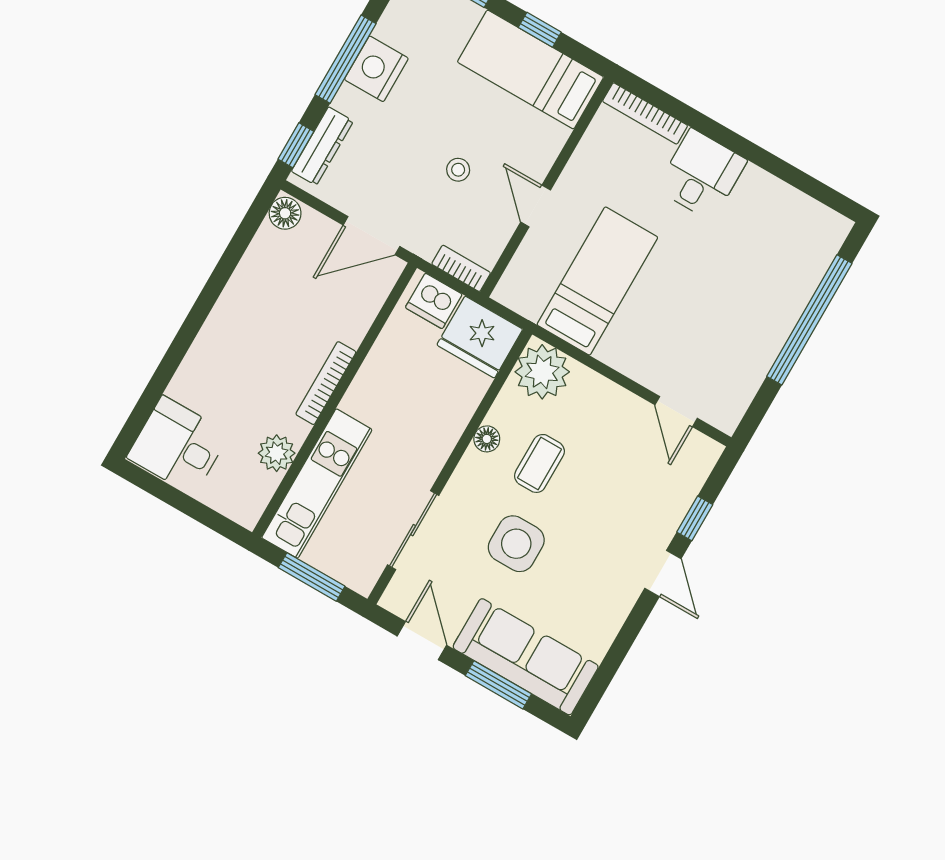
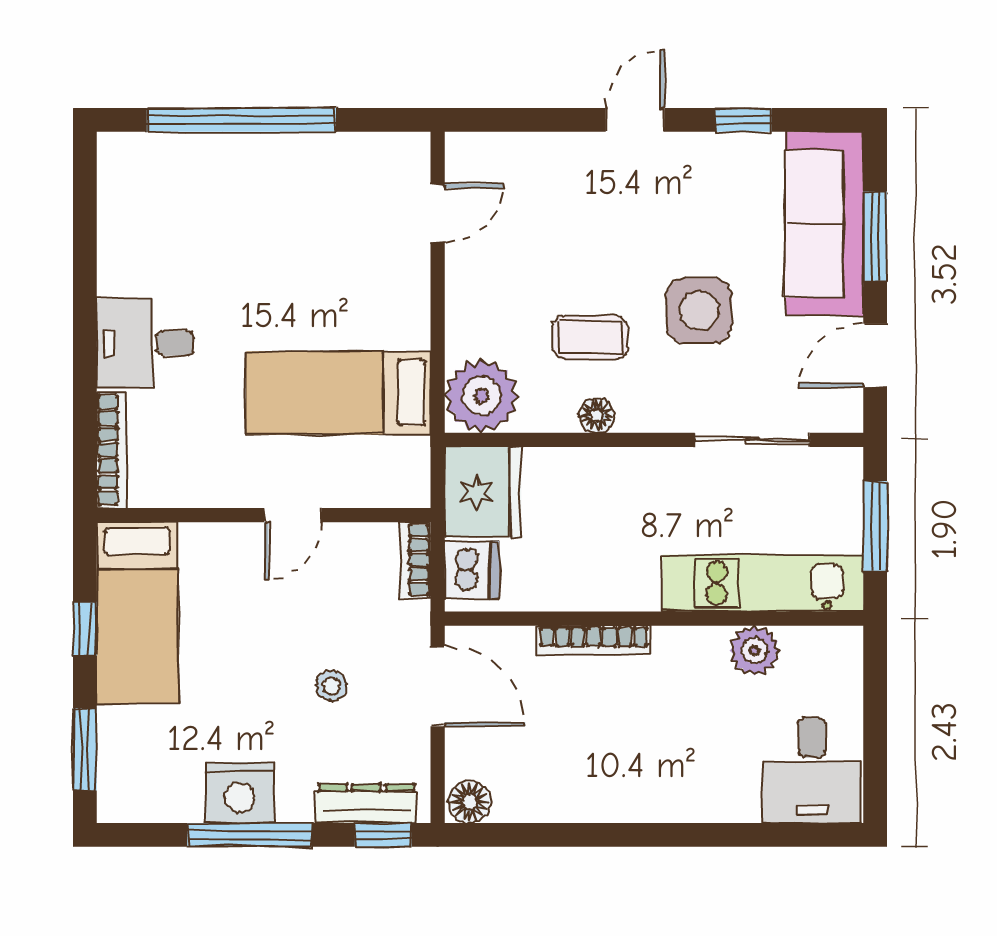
stool: (458, 170) -> (332, 686), moved
bookcase: (326, 383) -> (594, 640), moved
window: (695, 518) -> (744, 120), moved

